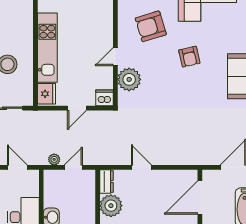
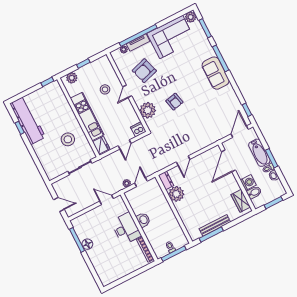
stool: (88, 25) -> (105, 89), added
door: (115, 57) -> (127, 91), moved
armchair: (189, 57) -> (174, 102), moved
door: (141, 167) -> (183, 161), swing flipped

